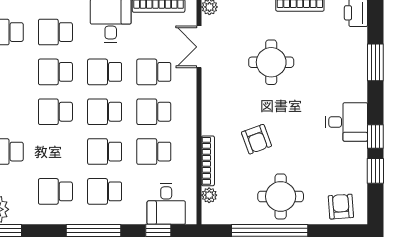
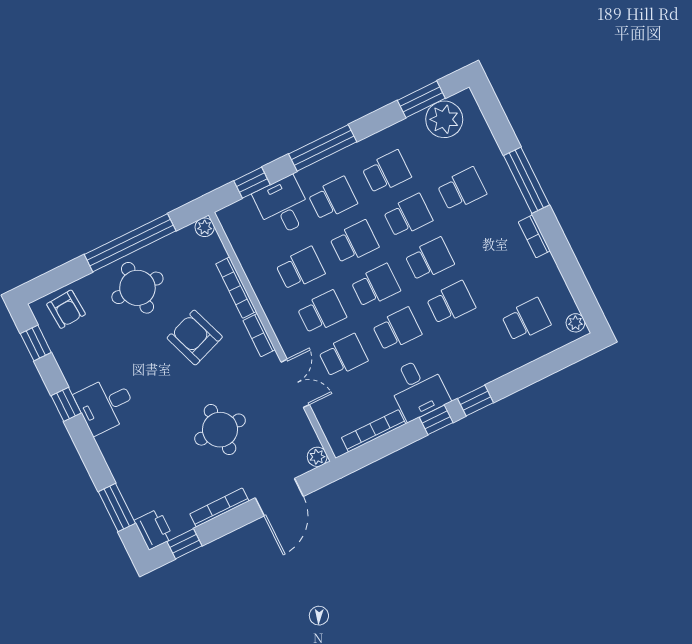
school desk: (55, 32) -> (408, 216), moved
double door: (199, 47) -> (295, 383), moved
window: (375, 62) -> (117, 507), moved
bookcase: (208, 118) -> (259, 335), added
armchair: (256, 139) -> (195, 338), width x1.38, depth x1.38
window: (375, 171) -> (36, 343), moved
plant: (209, 195) -> (205, 227), moved
desk: (166, 204) -> (283, 206), moved

